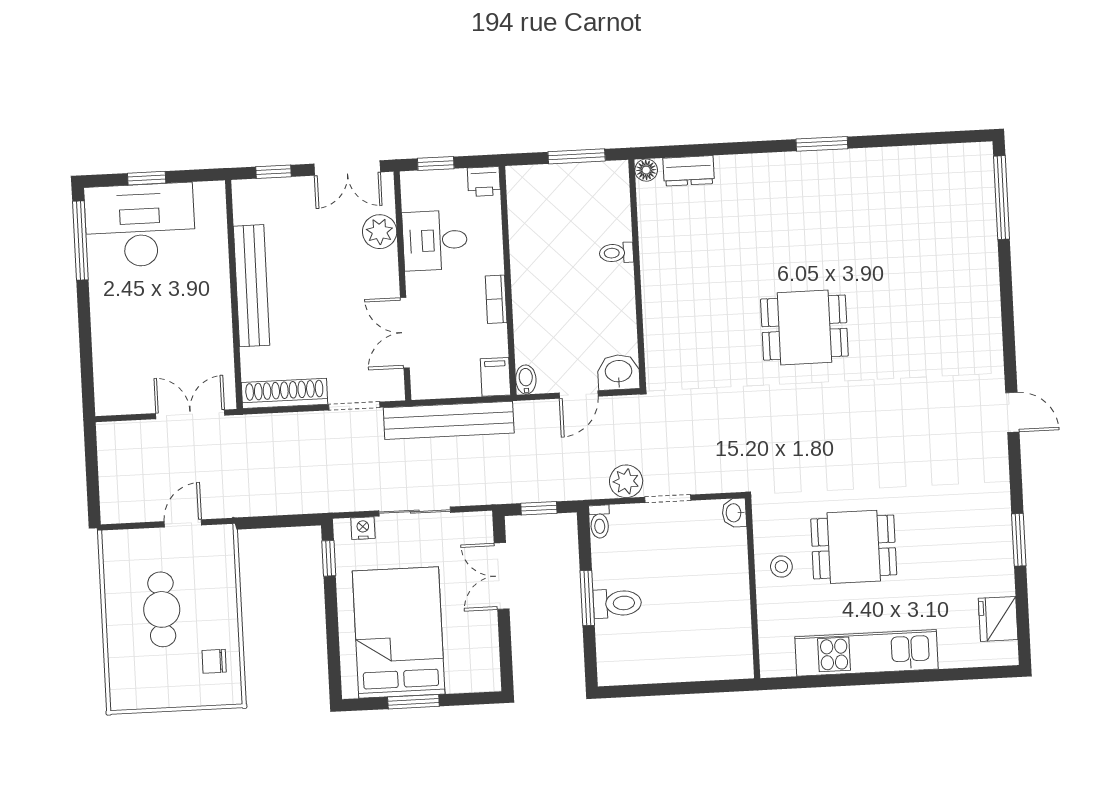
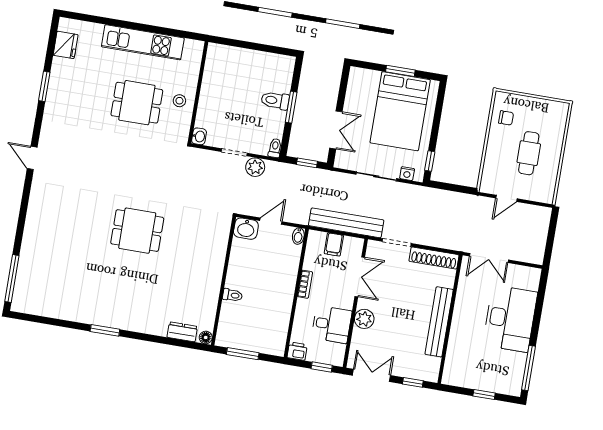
desk: (140, 225) -> (510, 319), moved, turned -90
plant: (380, 232) -> (364, 319), moved
filing cabinet: (495, 377) -> (334, 244), moved

